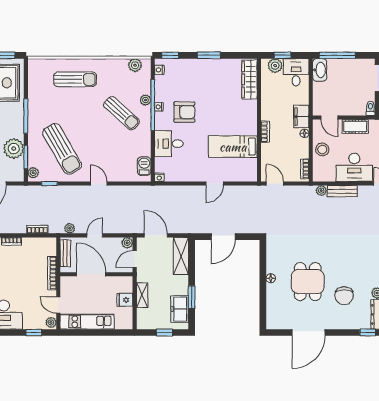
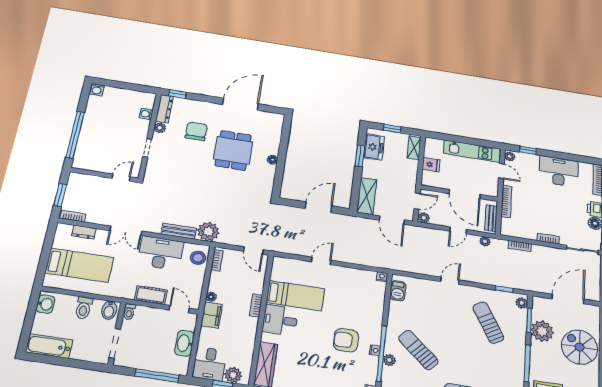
washbasin: (320, 70) -> (184, 343), moved
desk: (169, 144) -> (280, 320), moved, turned 180
sun lounger: (62, 149) -> (488, 323), width x0.73, depth x0.75
stool: (322, 149) -> (198, 258), moved
door: (99, 184) -> (450, 281), swing flipped
plant: (321, 191) -> (208, 232), width x1.88, depth x1.88
shelving: (142, 295) -> (414, 148), moved

